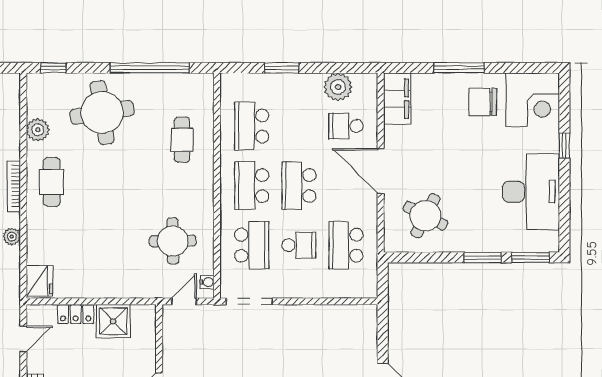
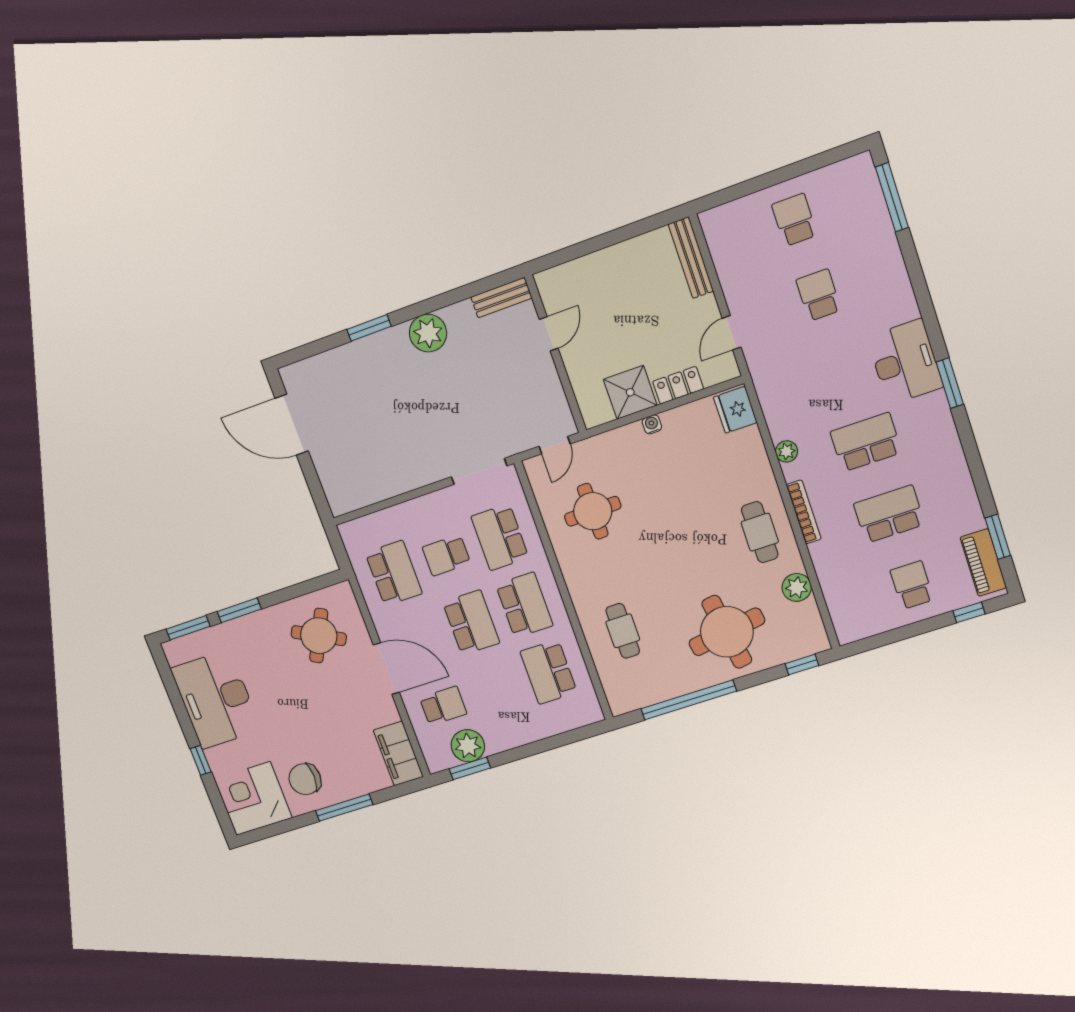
window: (282, 68) -> (470, 768), moved
chair: (483, 102) -> (305, 779), turned 180
school desk: (252, 126) -> (549, 672), turned 180
water cooler: (207, 282) -> (652, 424), moved, turned 90

